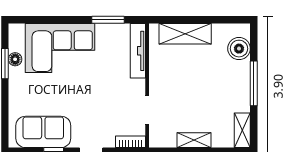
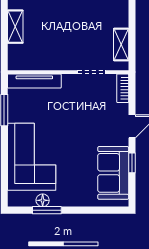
shelving: (185, 34) -> (15, 27), width x0.67, depth x0.75
shelving: (194, 140) -> (121, 45), moved

